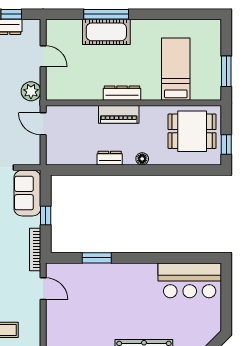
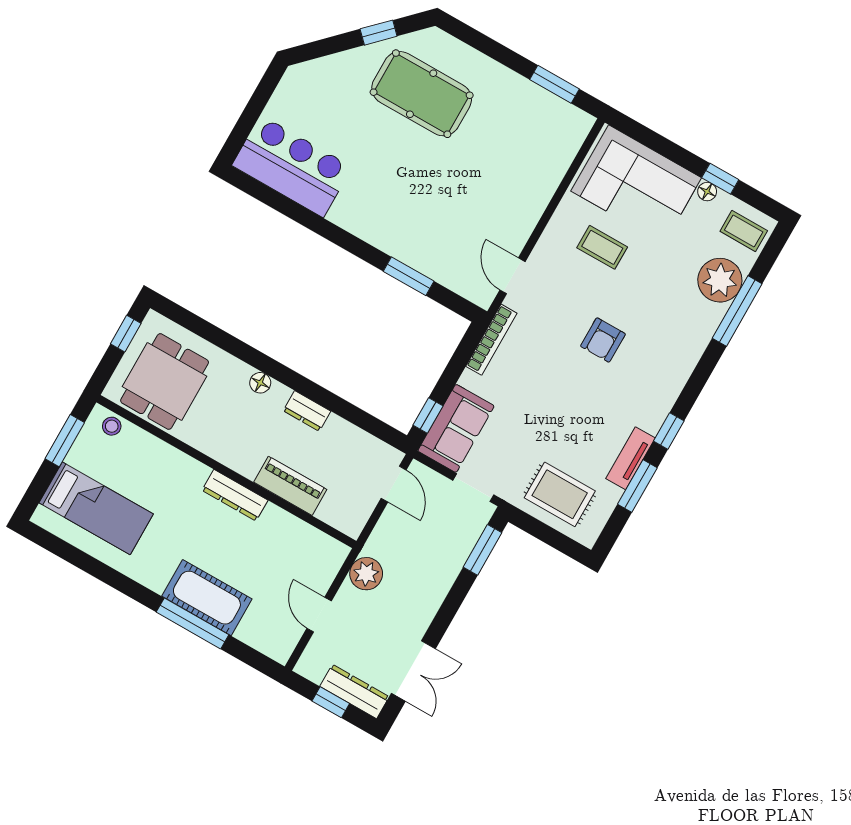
bed: (176, 69) -> (96, 508), moved, turned -90
stool: (206, 93) -> (112, 426), added
piano: (119, 114) -> (290, 486), moved
door: (43, 124) -> (394, 484), moved
dining table: (192, 131) -> (165, 381), turned 90
window: (46, 215) -> (428, 416), moved

